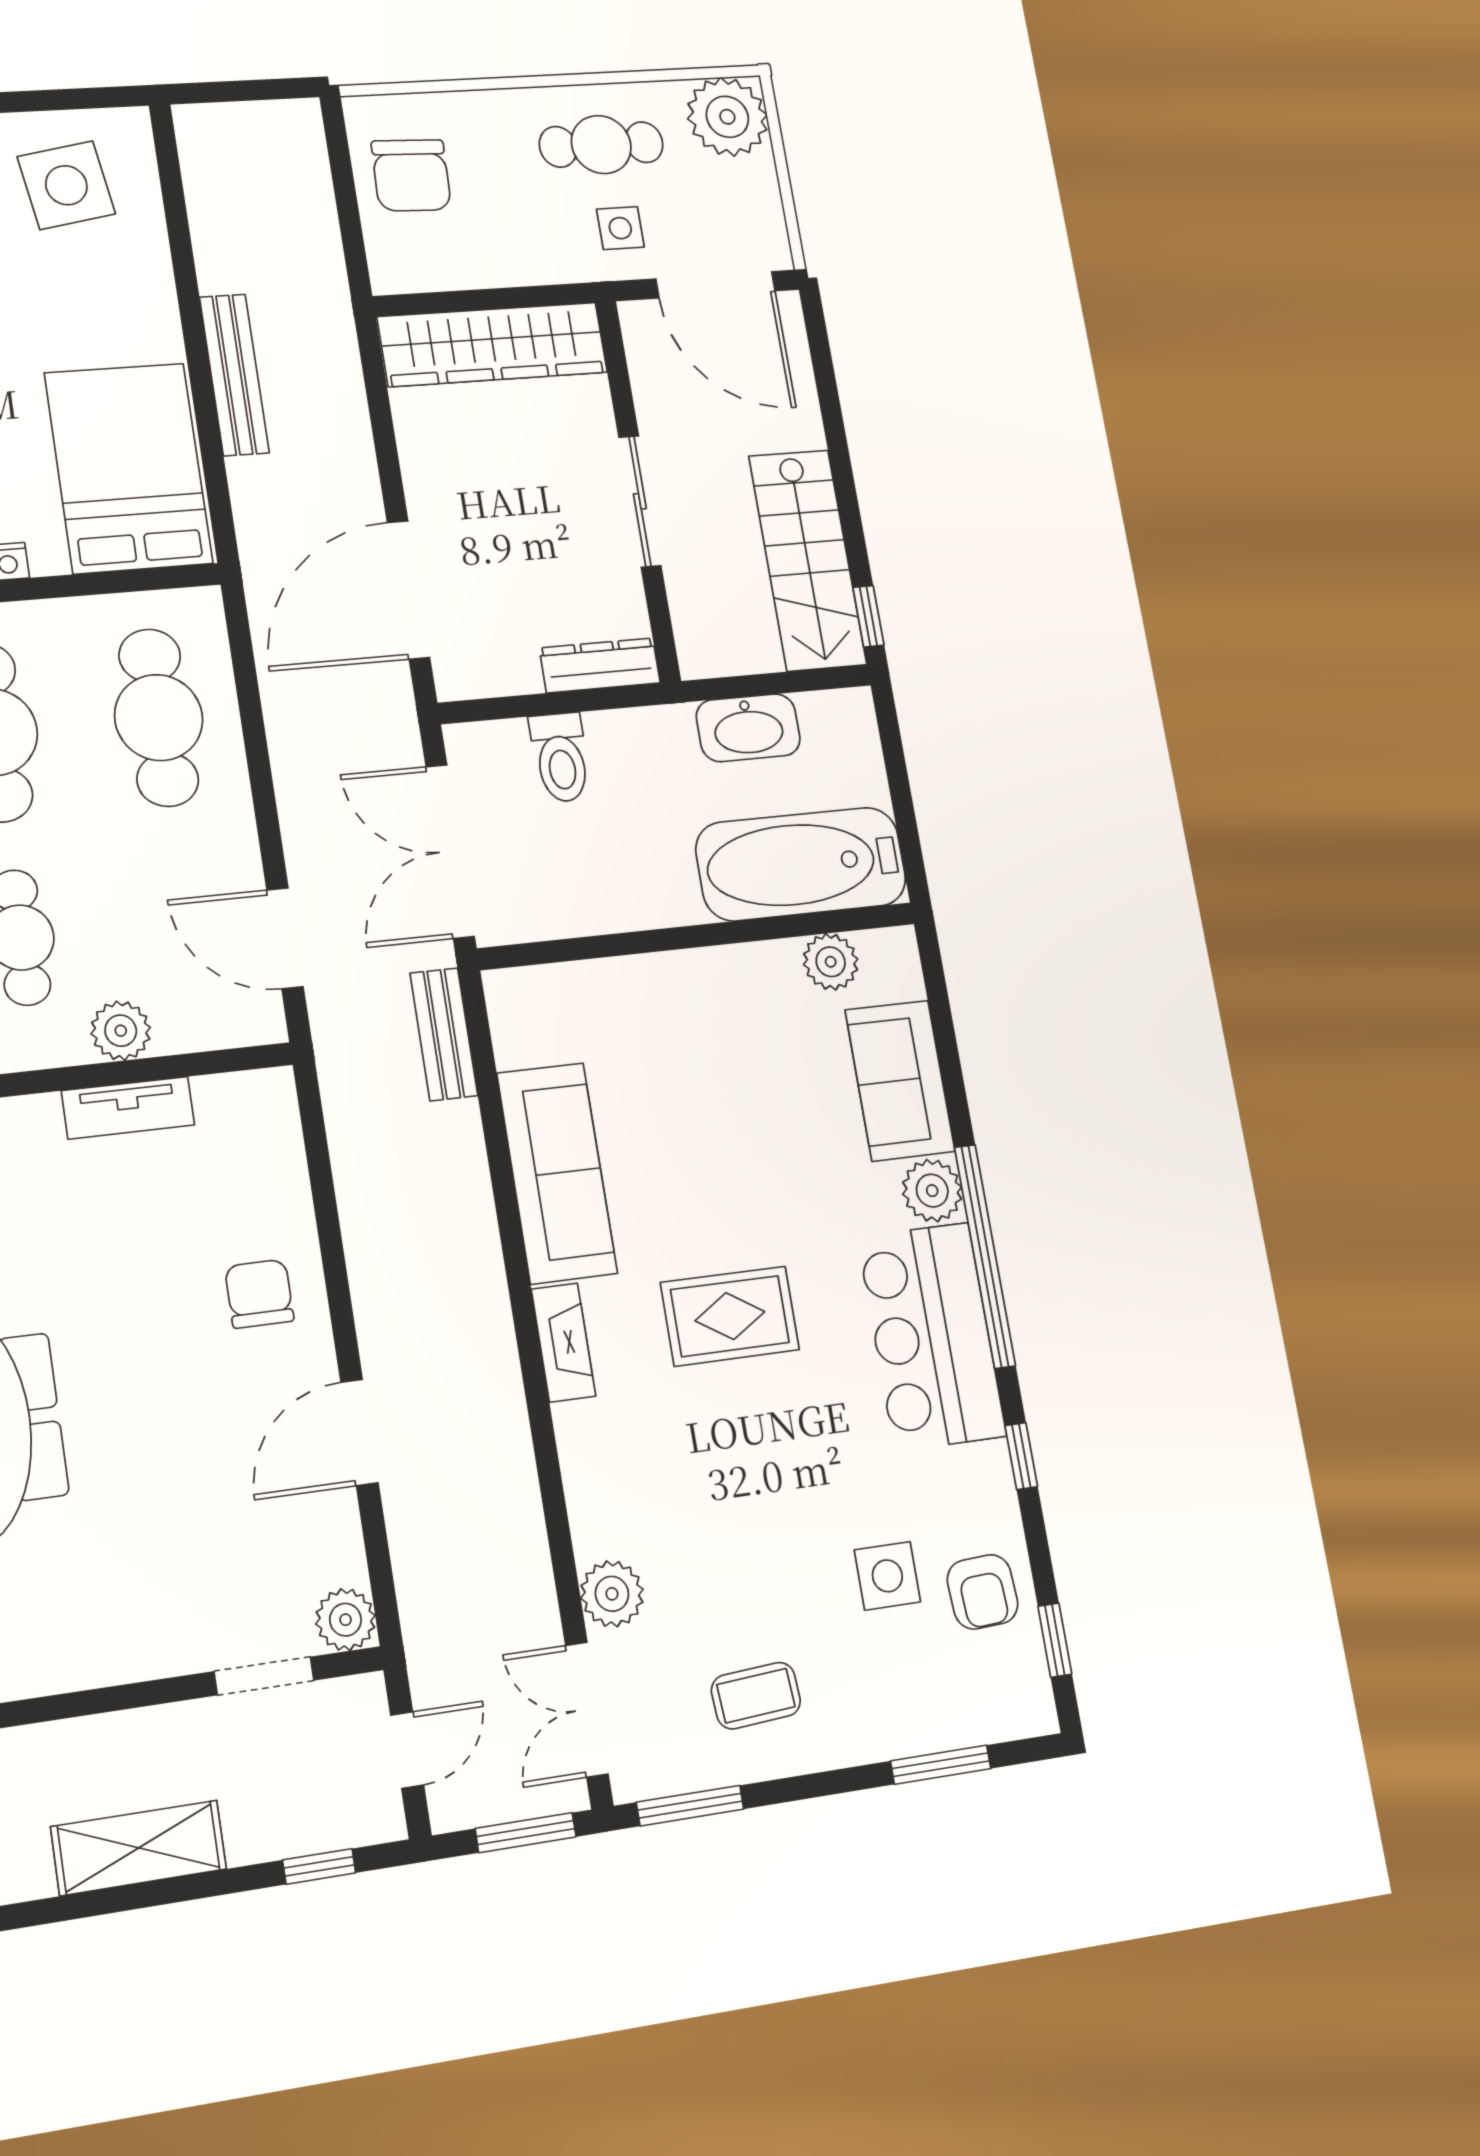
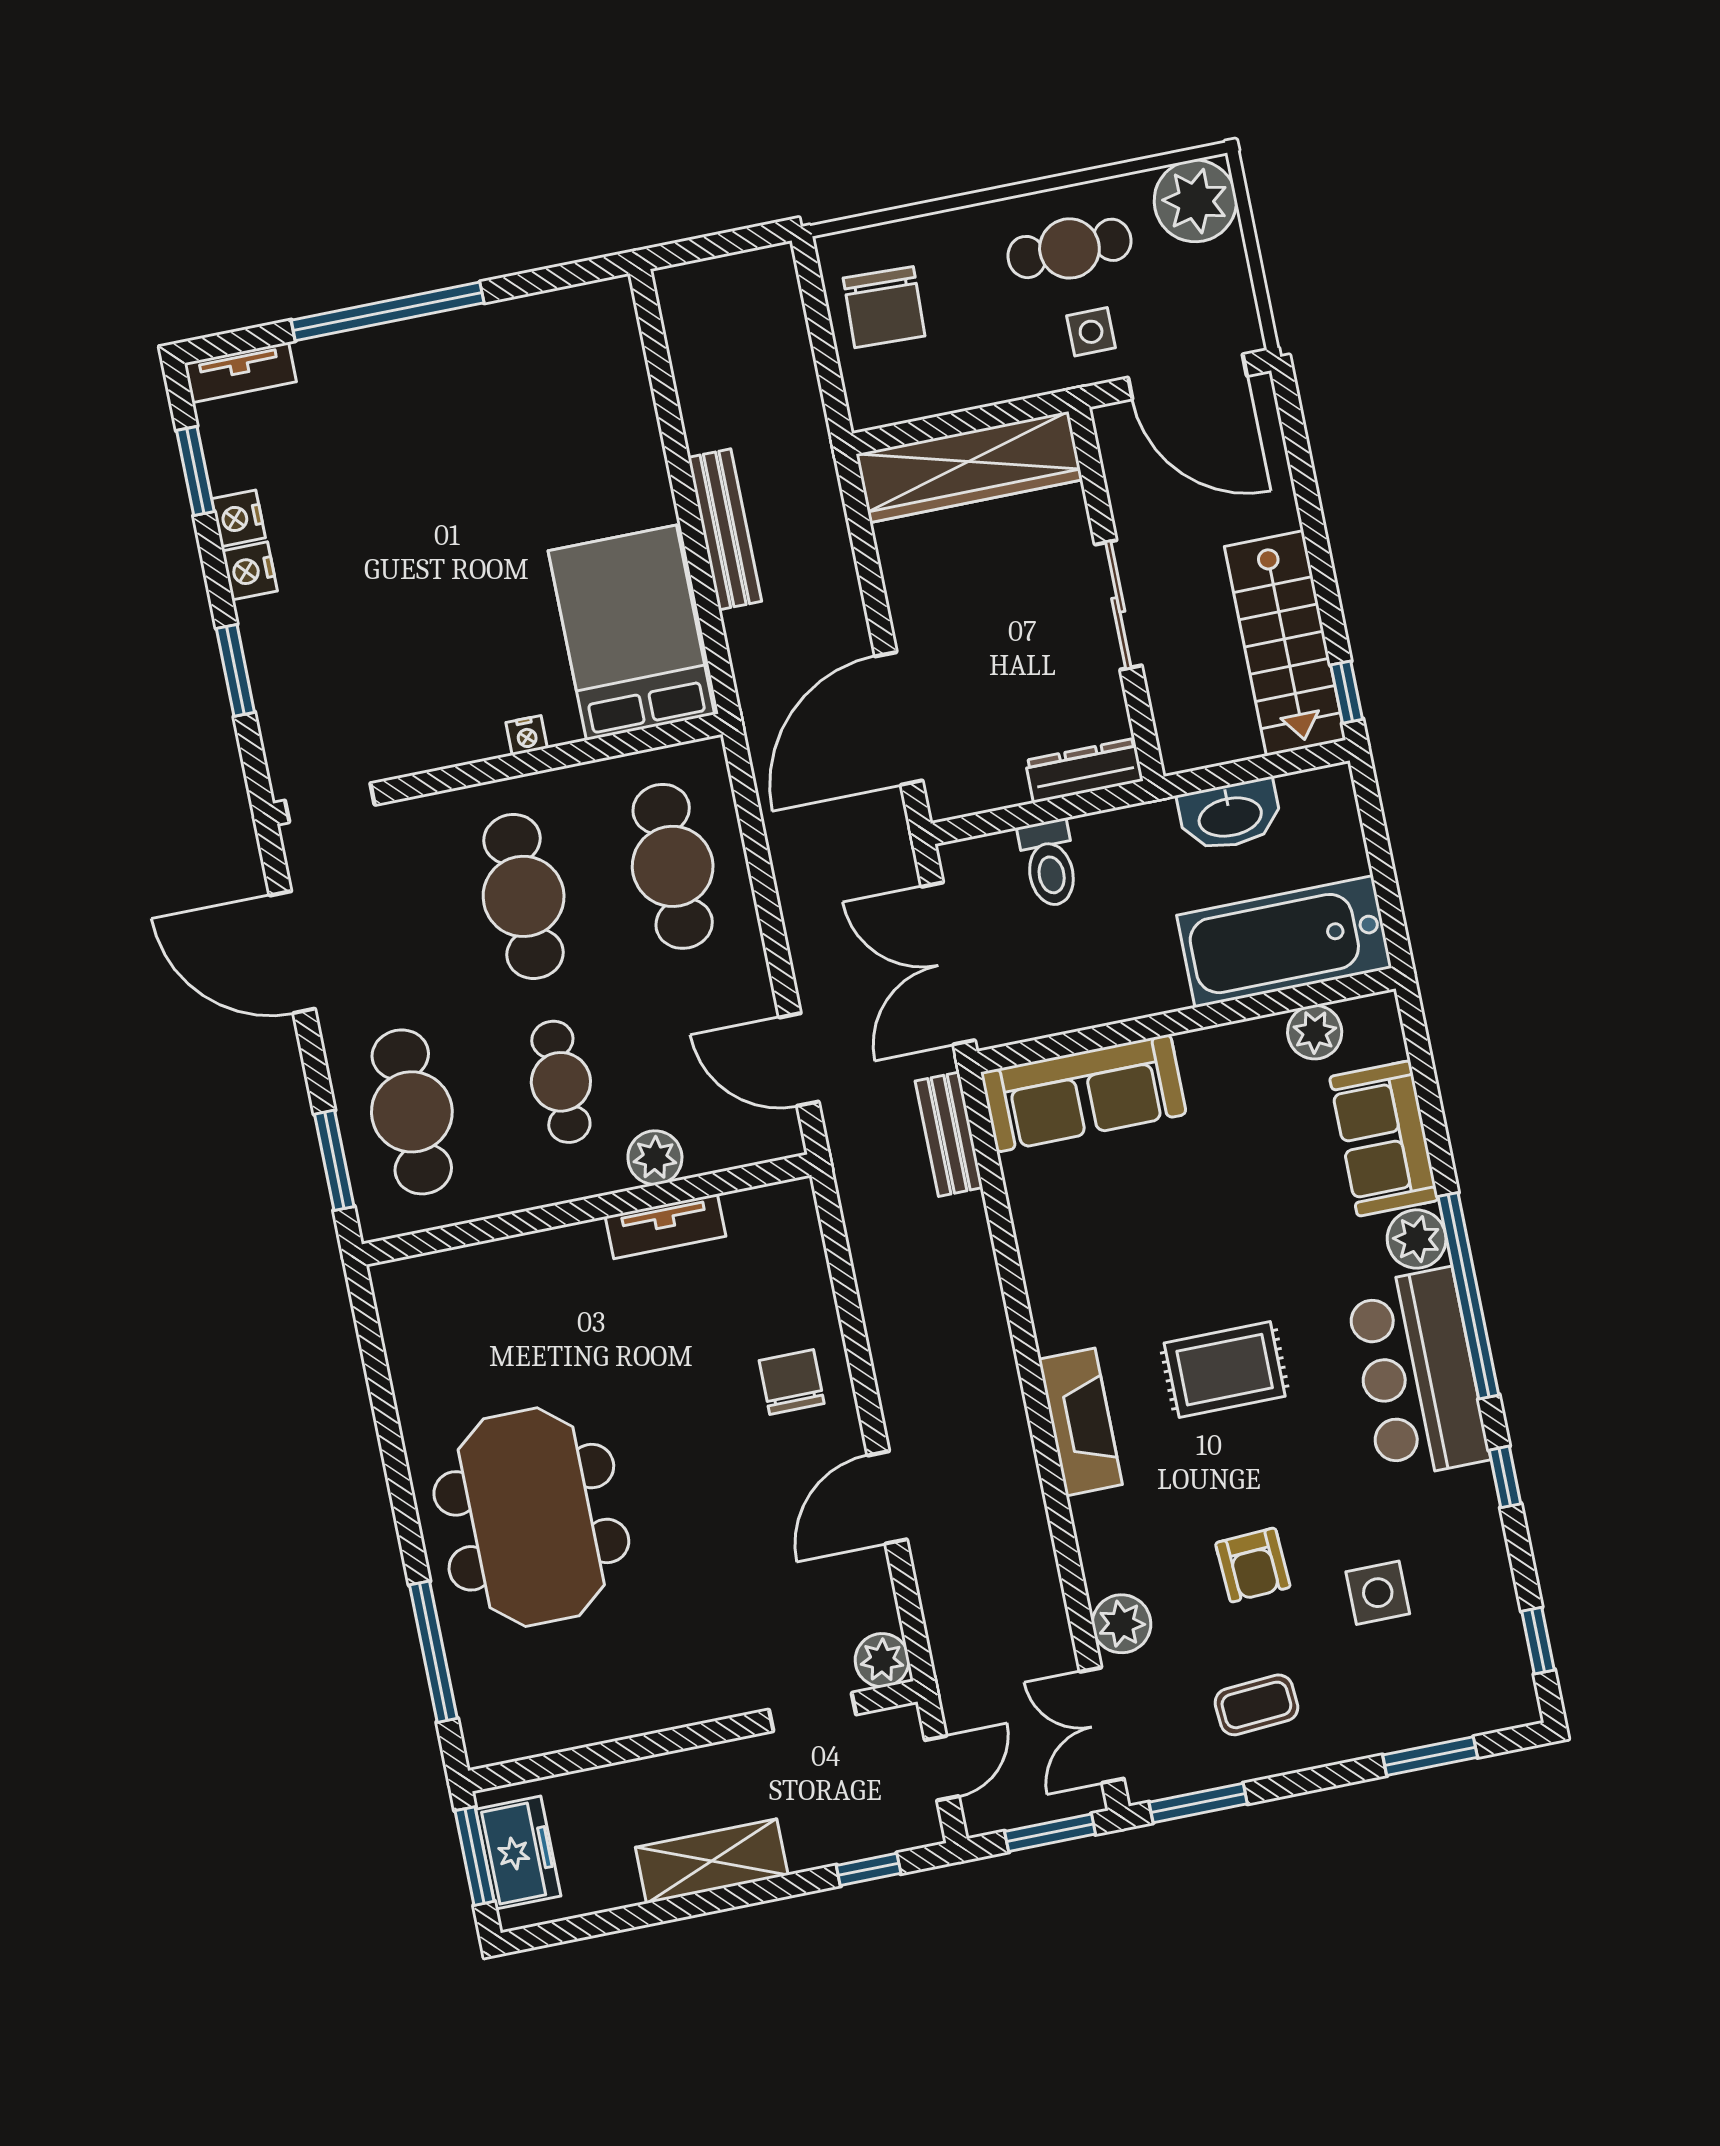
side table: (66, 185) -> (557, 364), removed
sofa: (557, 1173) -> (1084, 1093), moved, turned 90
fireplace: (563, 1343) -> (1080, 1422), width x1.37, depth x1.32
armchair: (983, 1592) -> (1253, 1565), moved

